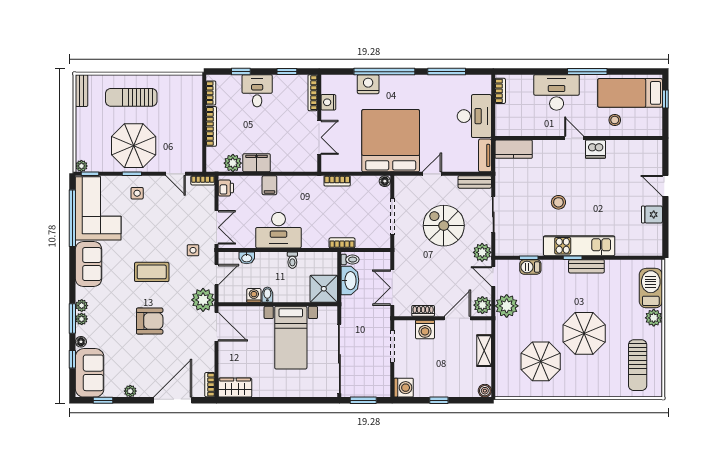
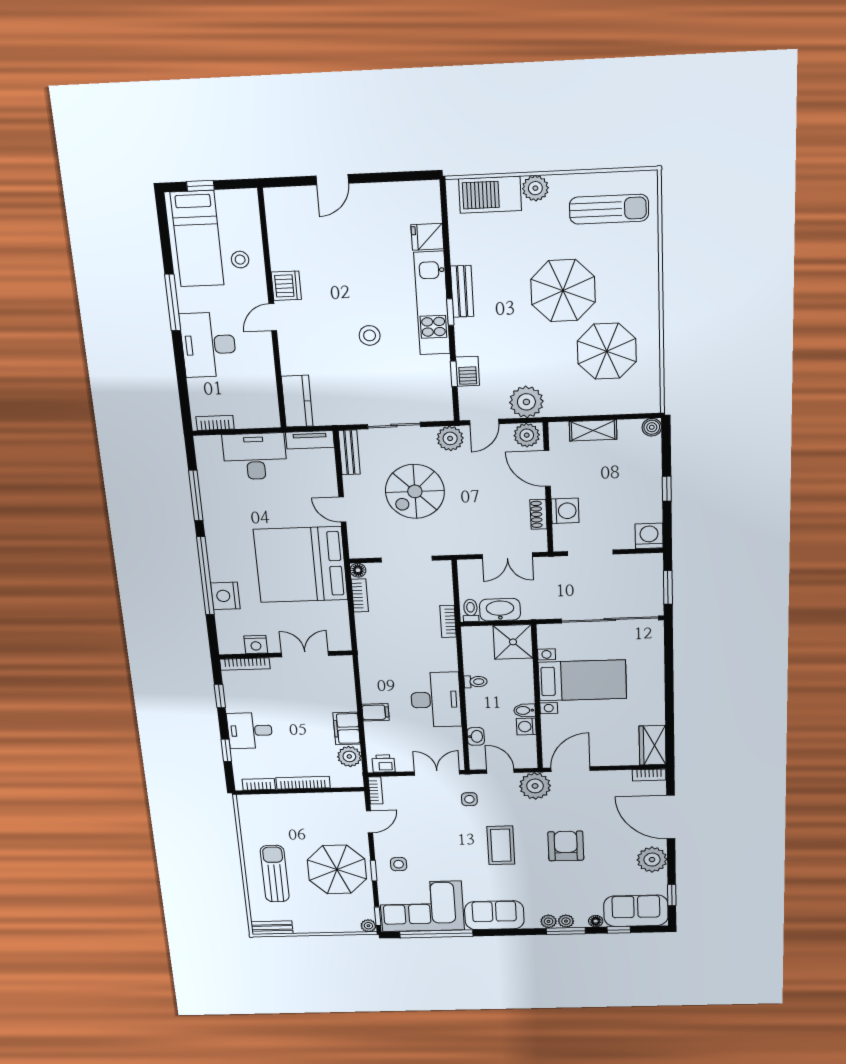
sun lounger: (131, 97) -> (275, 874), turned 180
bookcase: (337, 181) -> (360, 595), moved
fridge: (652, 214) -> (427, 237), moved, turned 90
plant: (130, 391) -> (652, 860), width x1.88, depth x1.88

